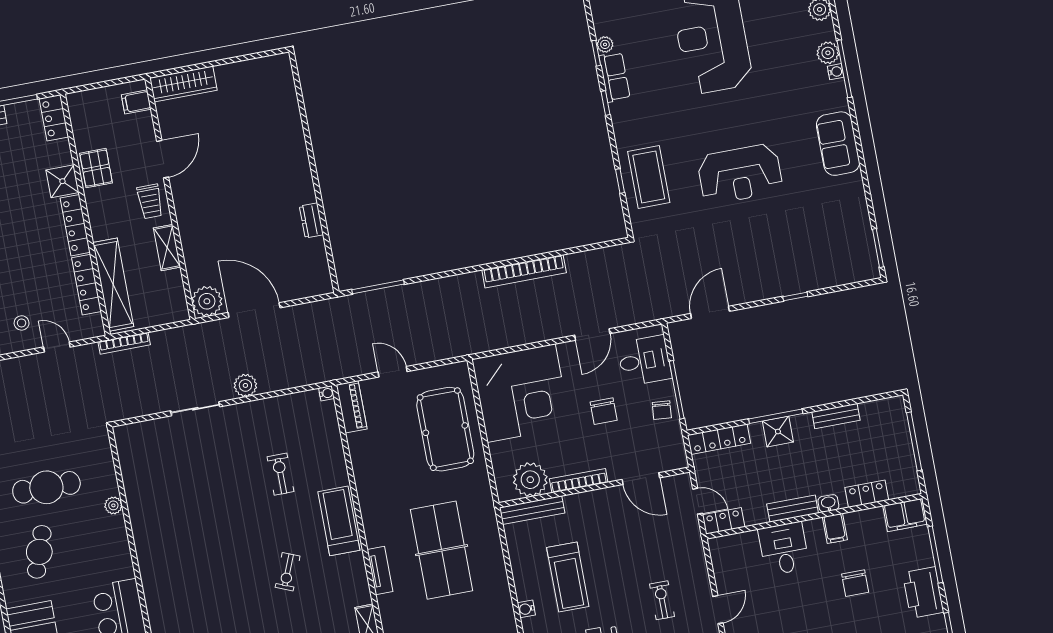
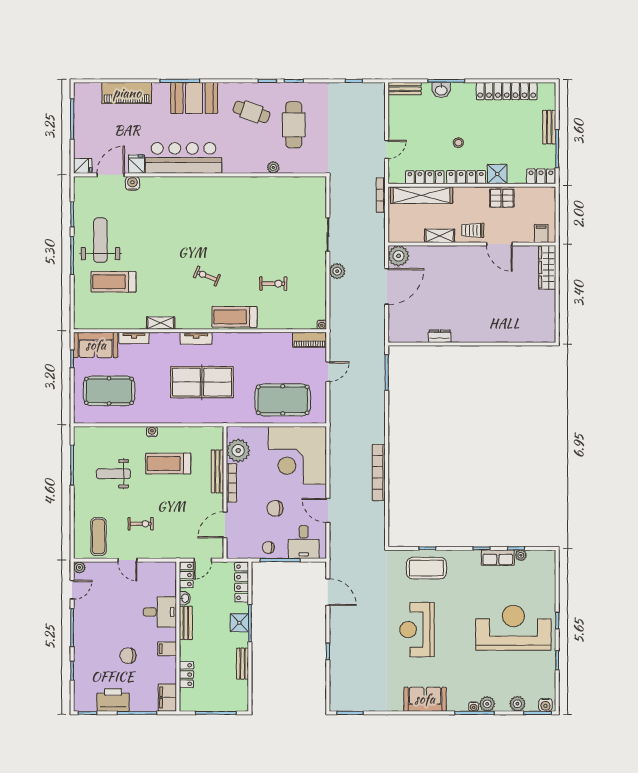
stool: (22, 323) -> (458, 143), moved
washbasin: (828, 503) -> (185, 598), moved
bench: (532, 510) -> (217, 471), moved
treadmill: (339, 521) -> (235, 317), turned 180

